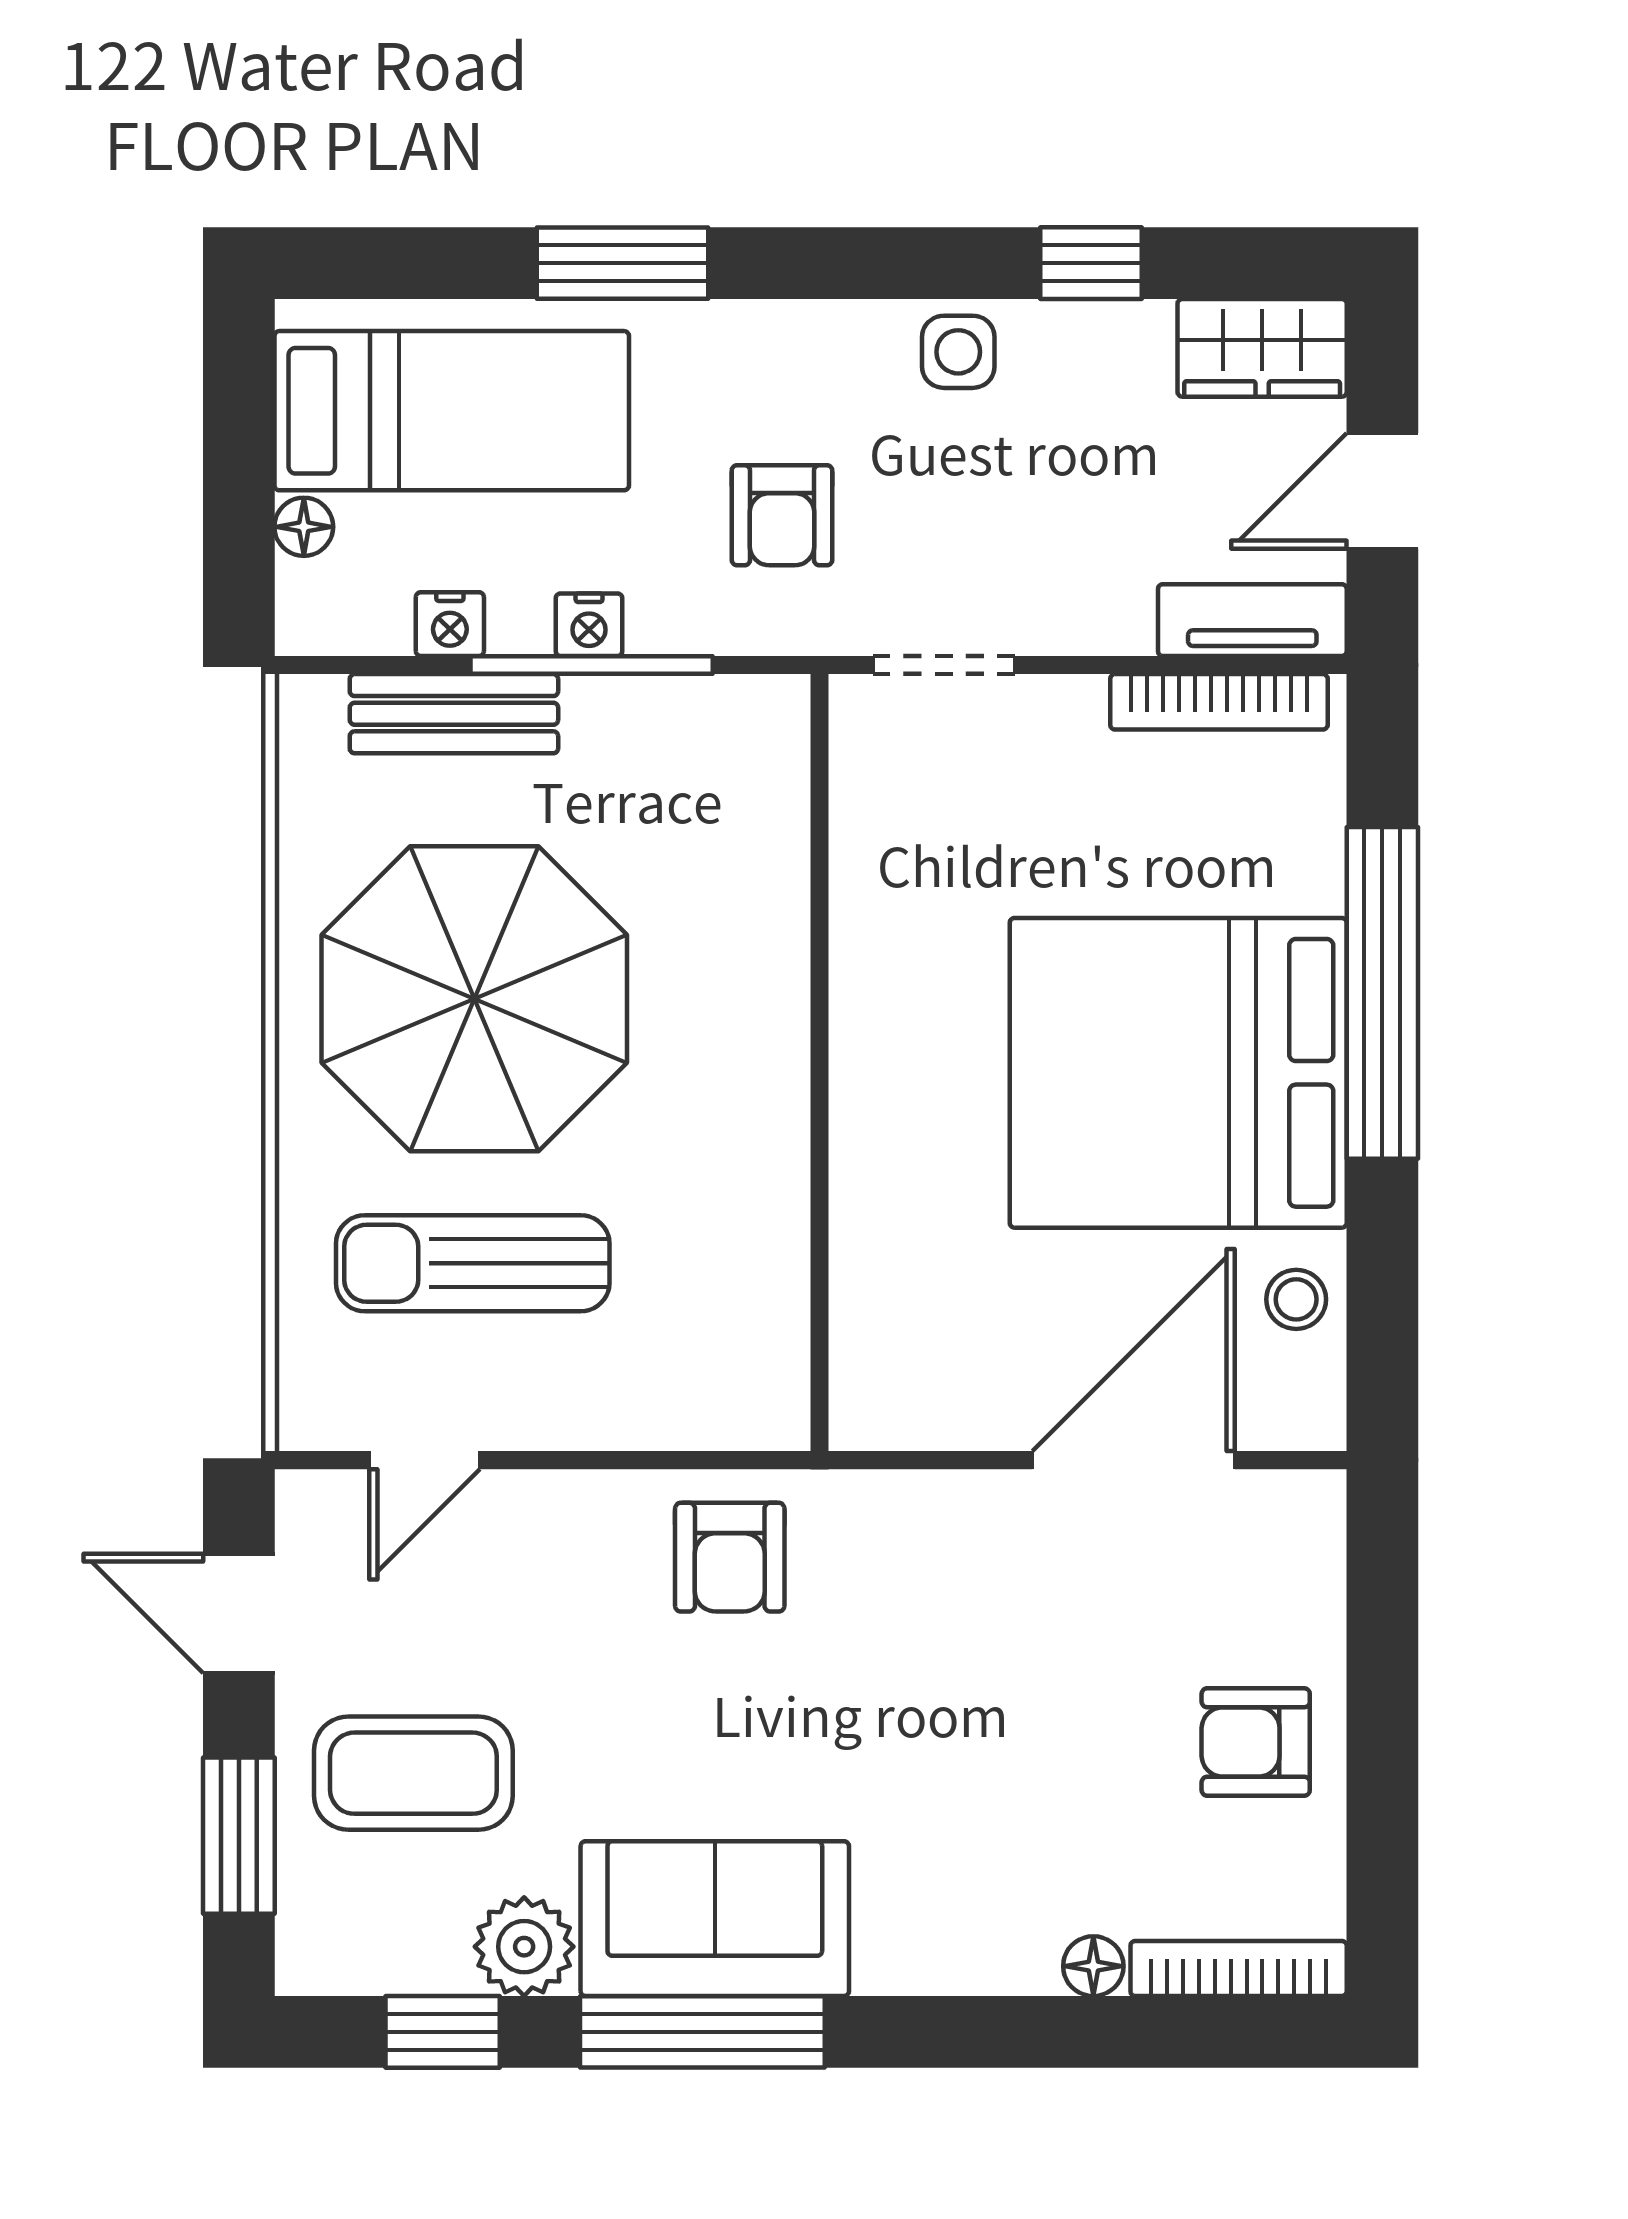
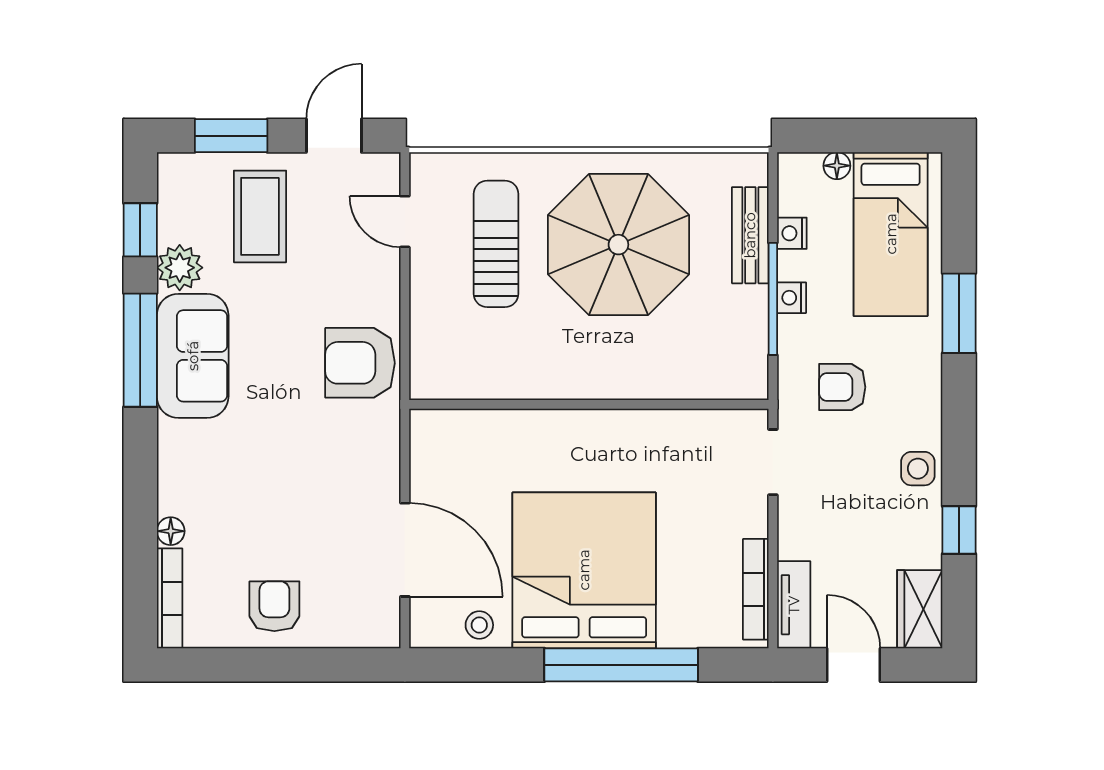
armchair: (730, 1557) -> (360, 363), width x1.38, depth x1.38

